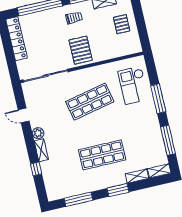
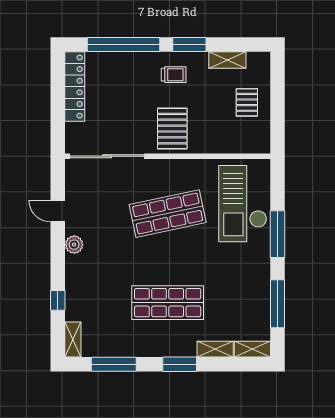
checkout: (133, 85) -> (243, 204), width x1.36, depth x1.21
shelving: (41, 150) -> (73, 340), moved

